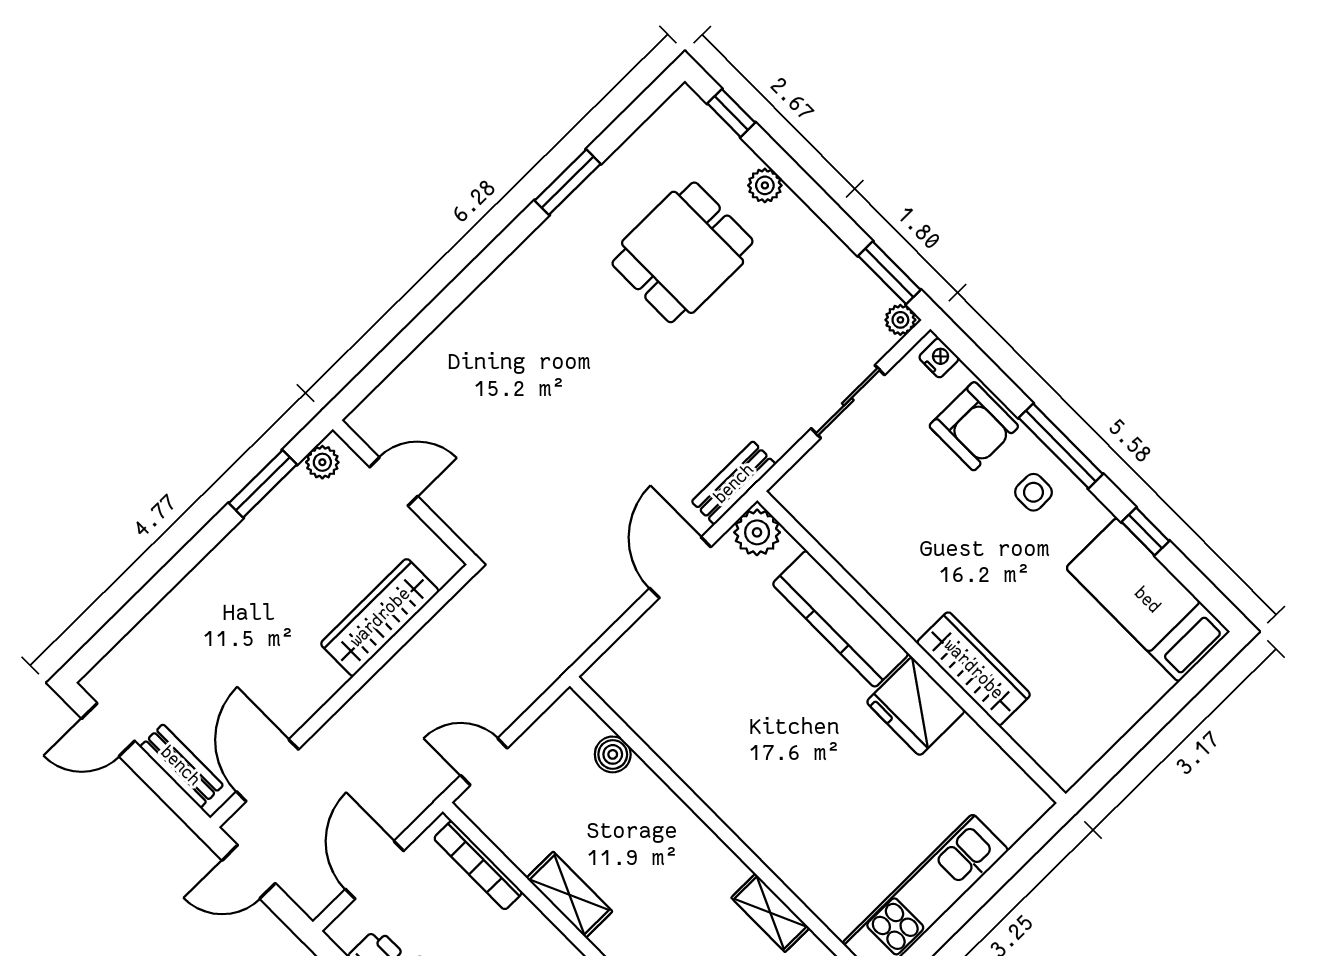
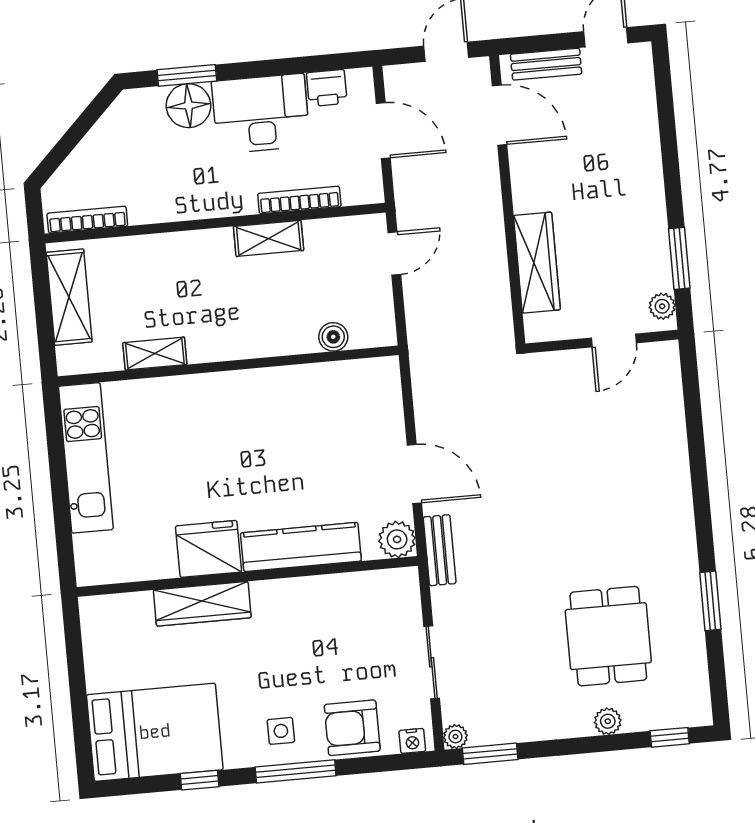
bed: (1148, 600) -> (155, 732), width x1.50
bookcase: (478, 865) -> (299, 200), moved

